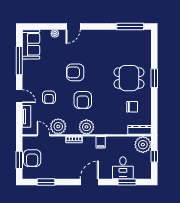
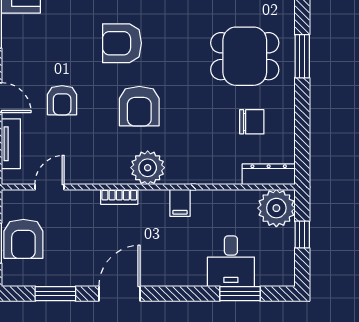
plant: (58, 126) -> (83, 167), removed
door: (43, 135) -> (49, 187), hinge flipped
door: (89, 182) -> (119, 294), moved

